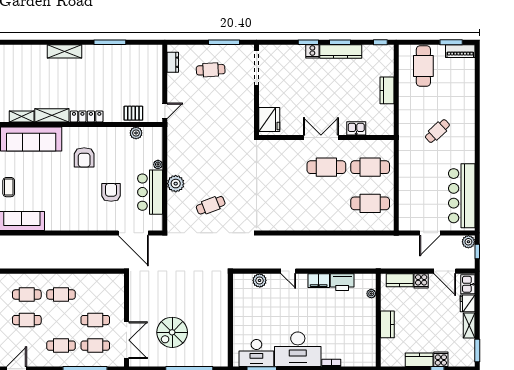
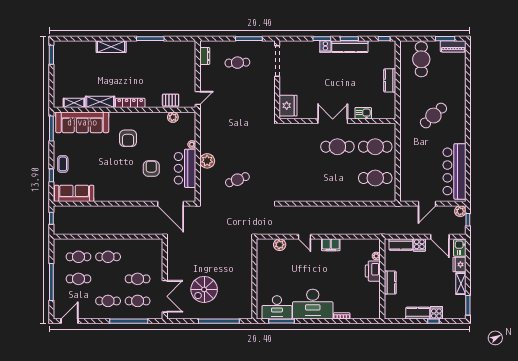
cafe table: (437, 131) -> (433, 116), width x1.37, depth x1.35
printer: (342, 282) -> (373, 271), moved, turned 90

